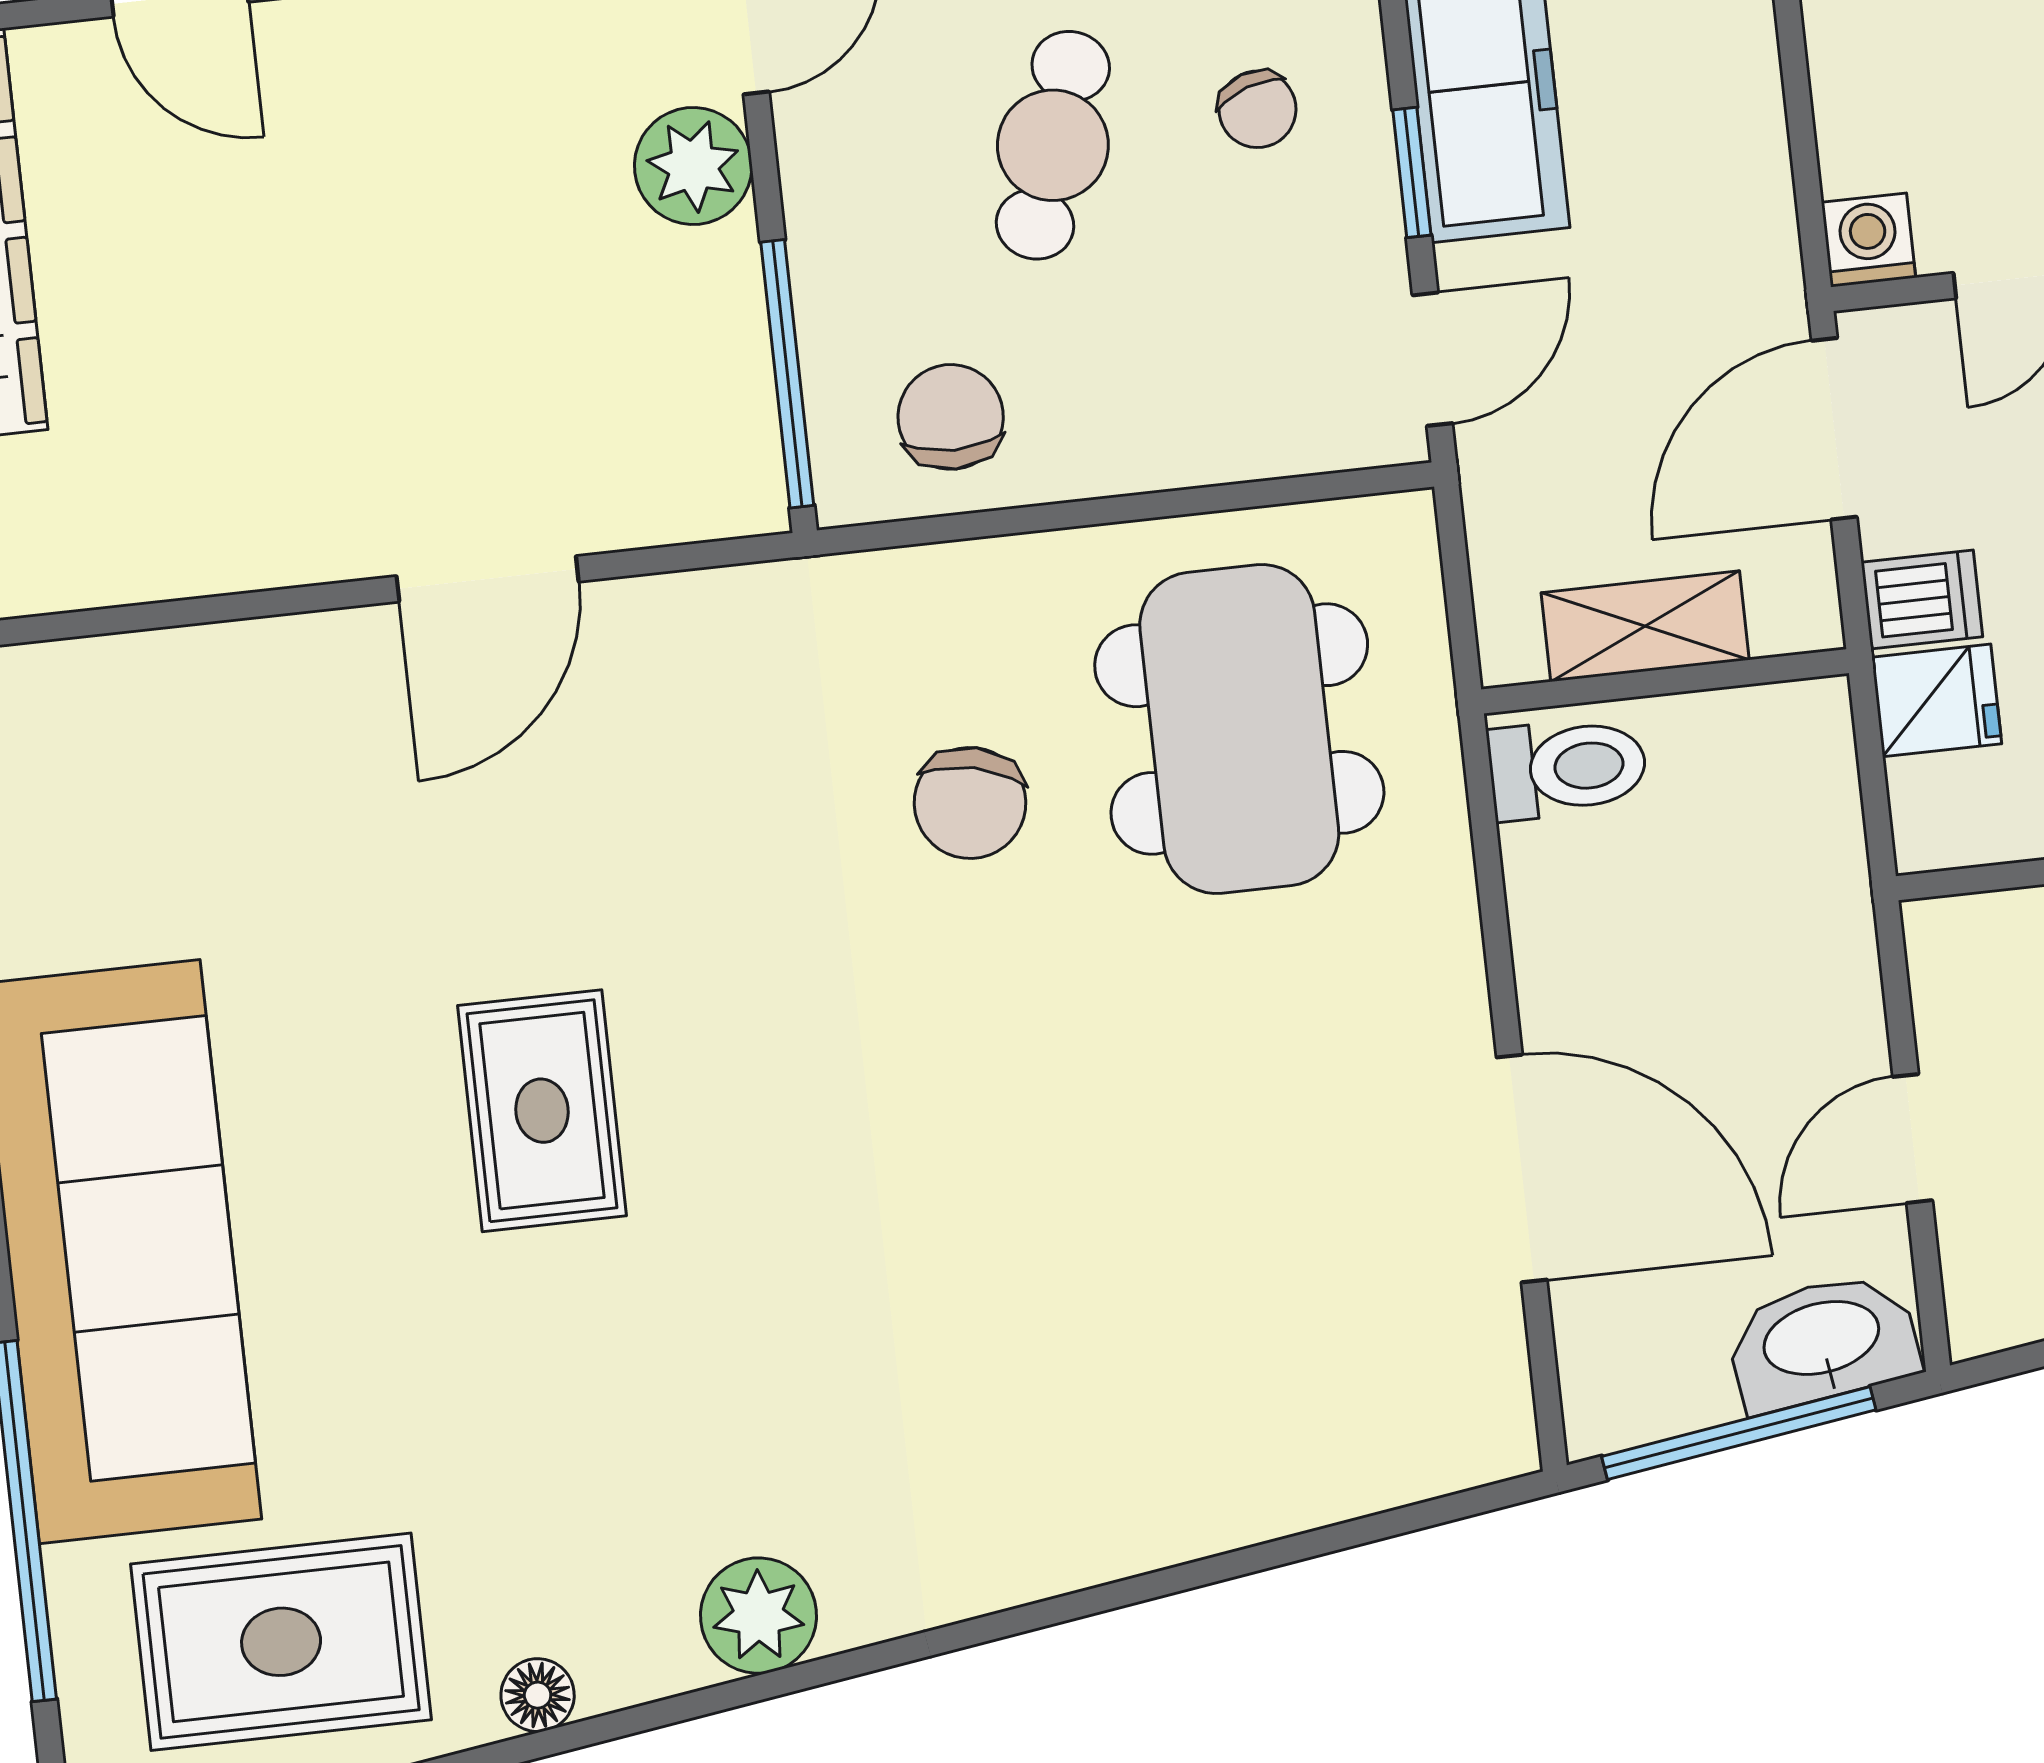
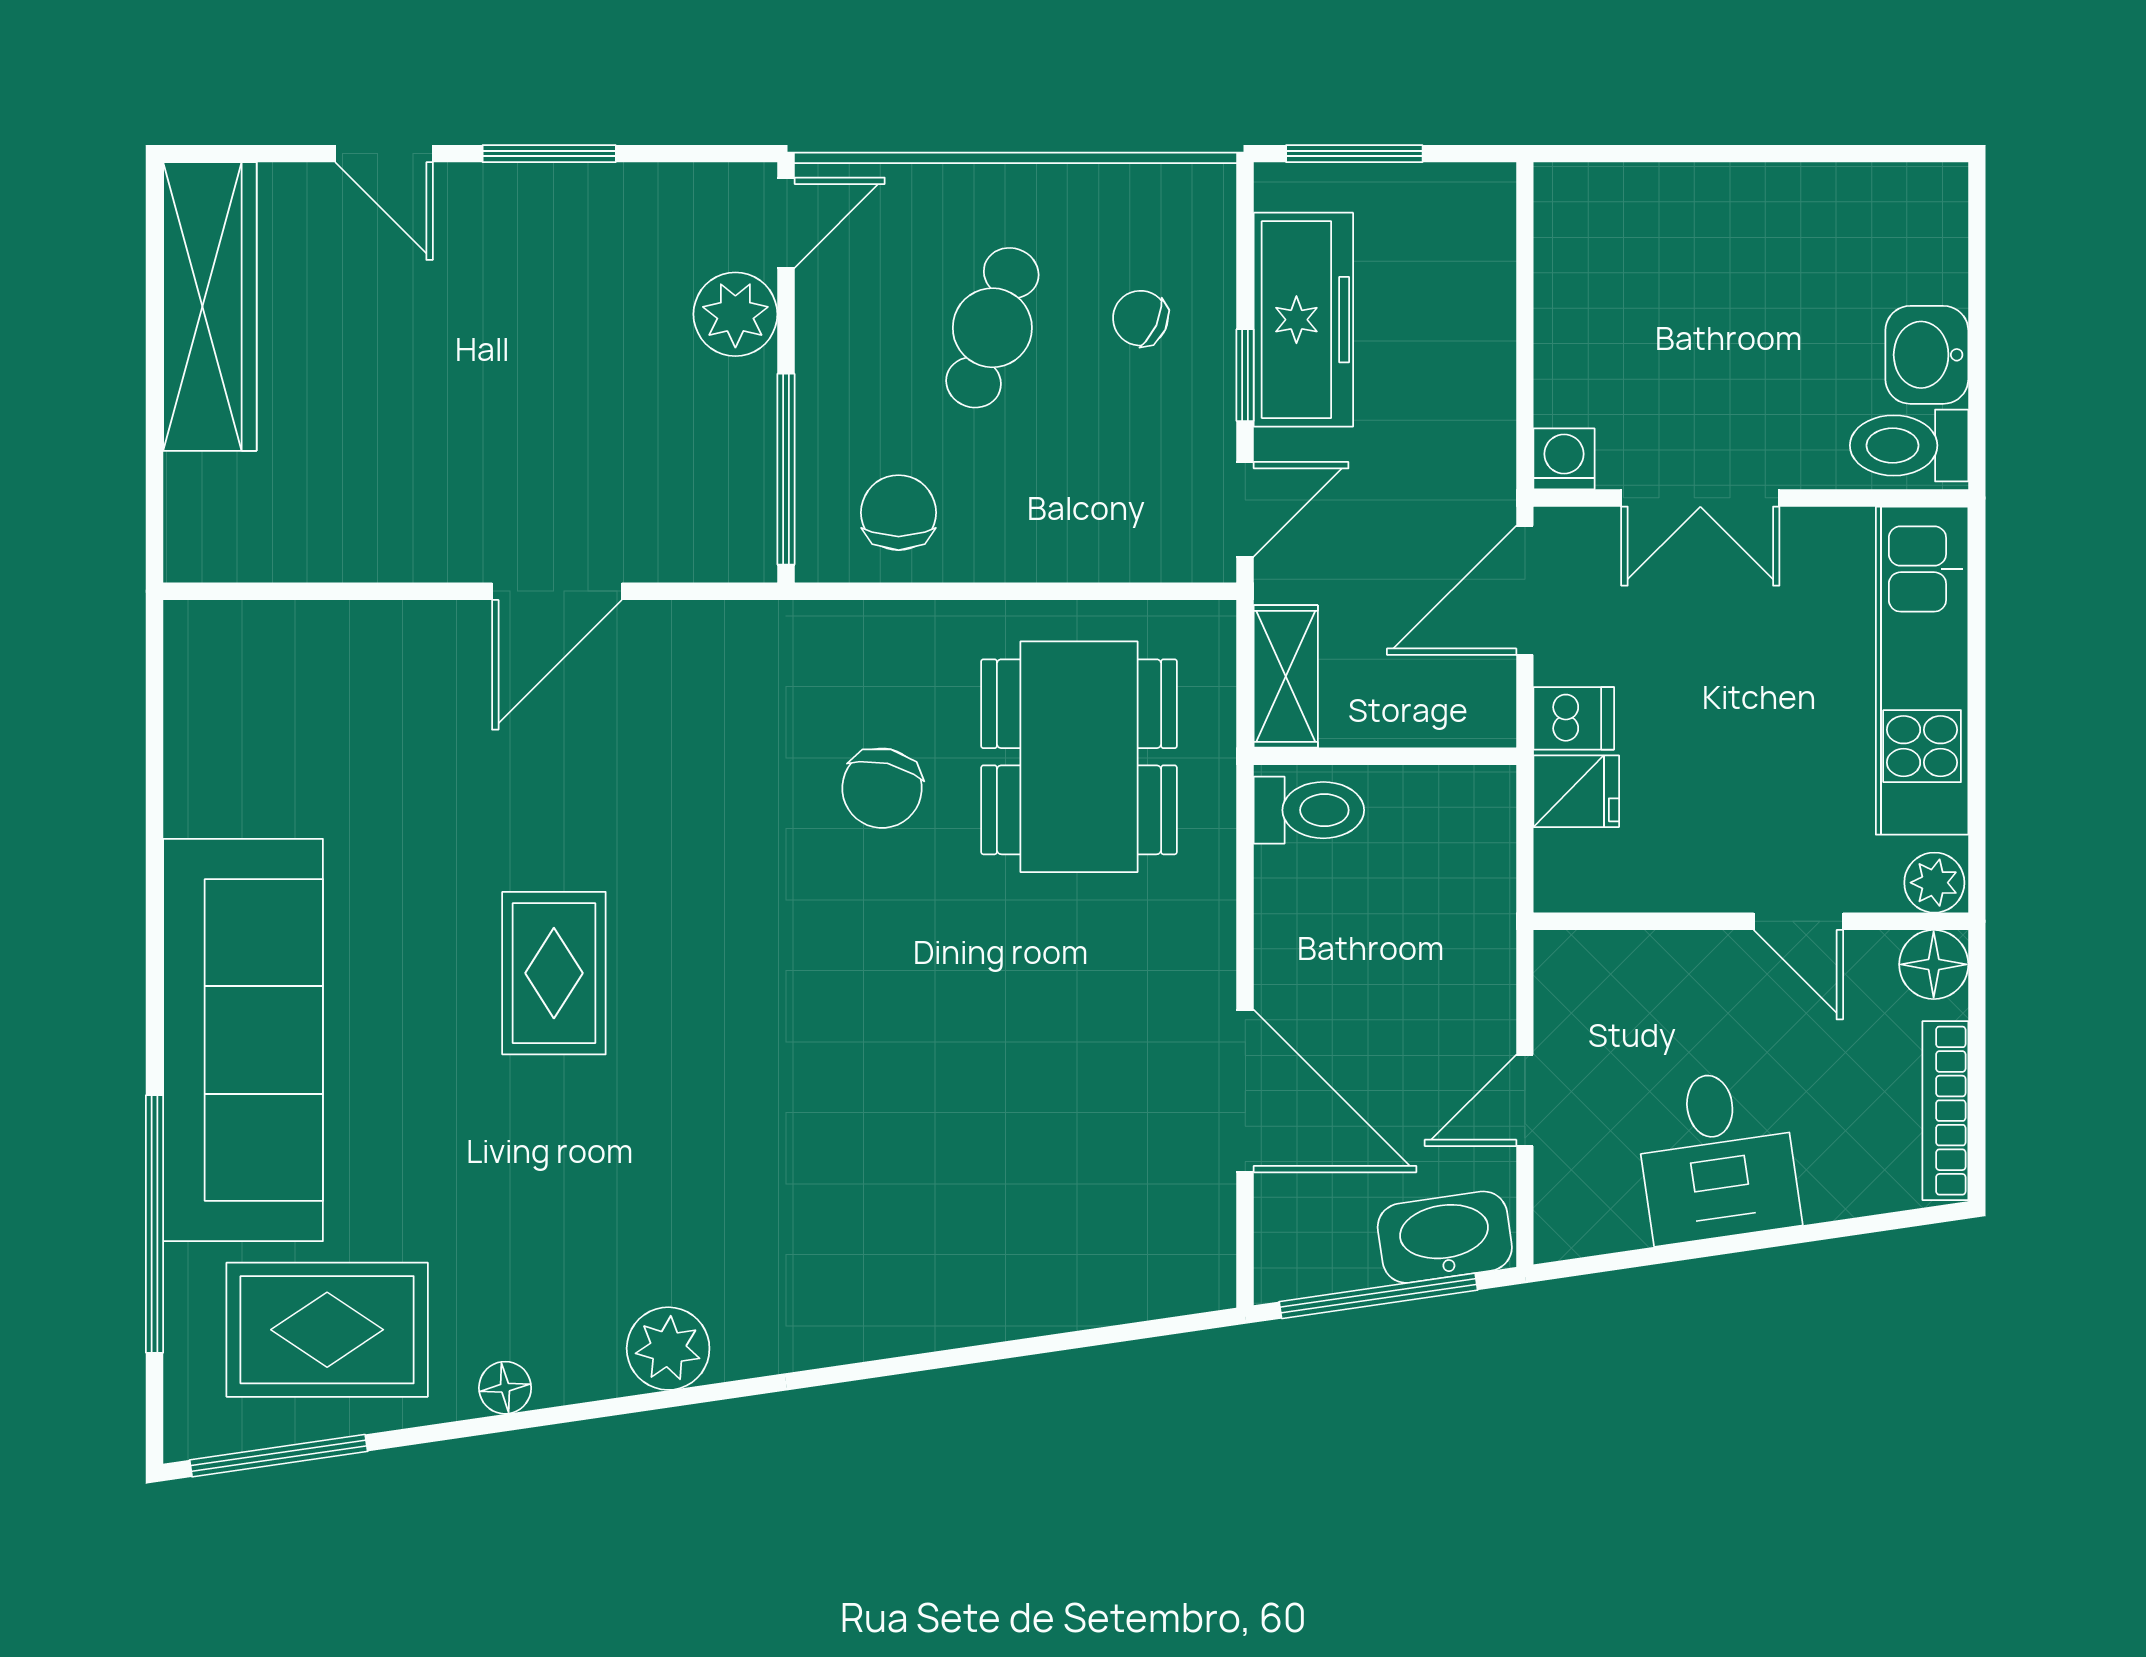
chair: (1257, 109) -> (1140, 318), turned 133
shelving: (1645, 626) -> (1286, 676), moved, turned 90

